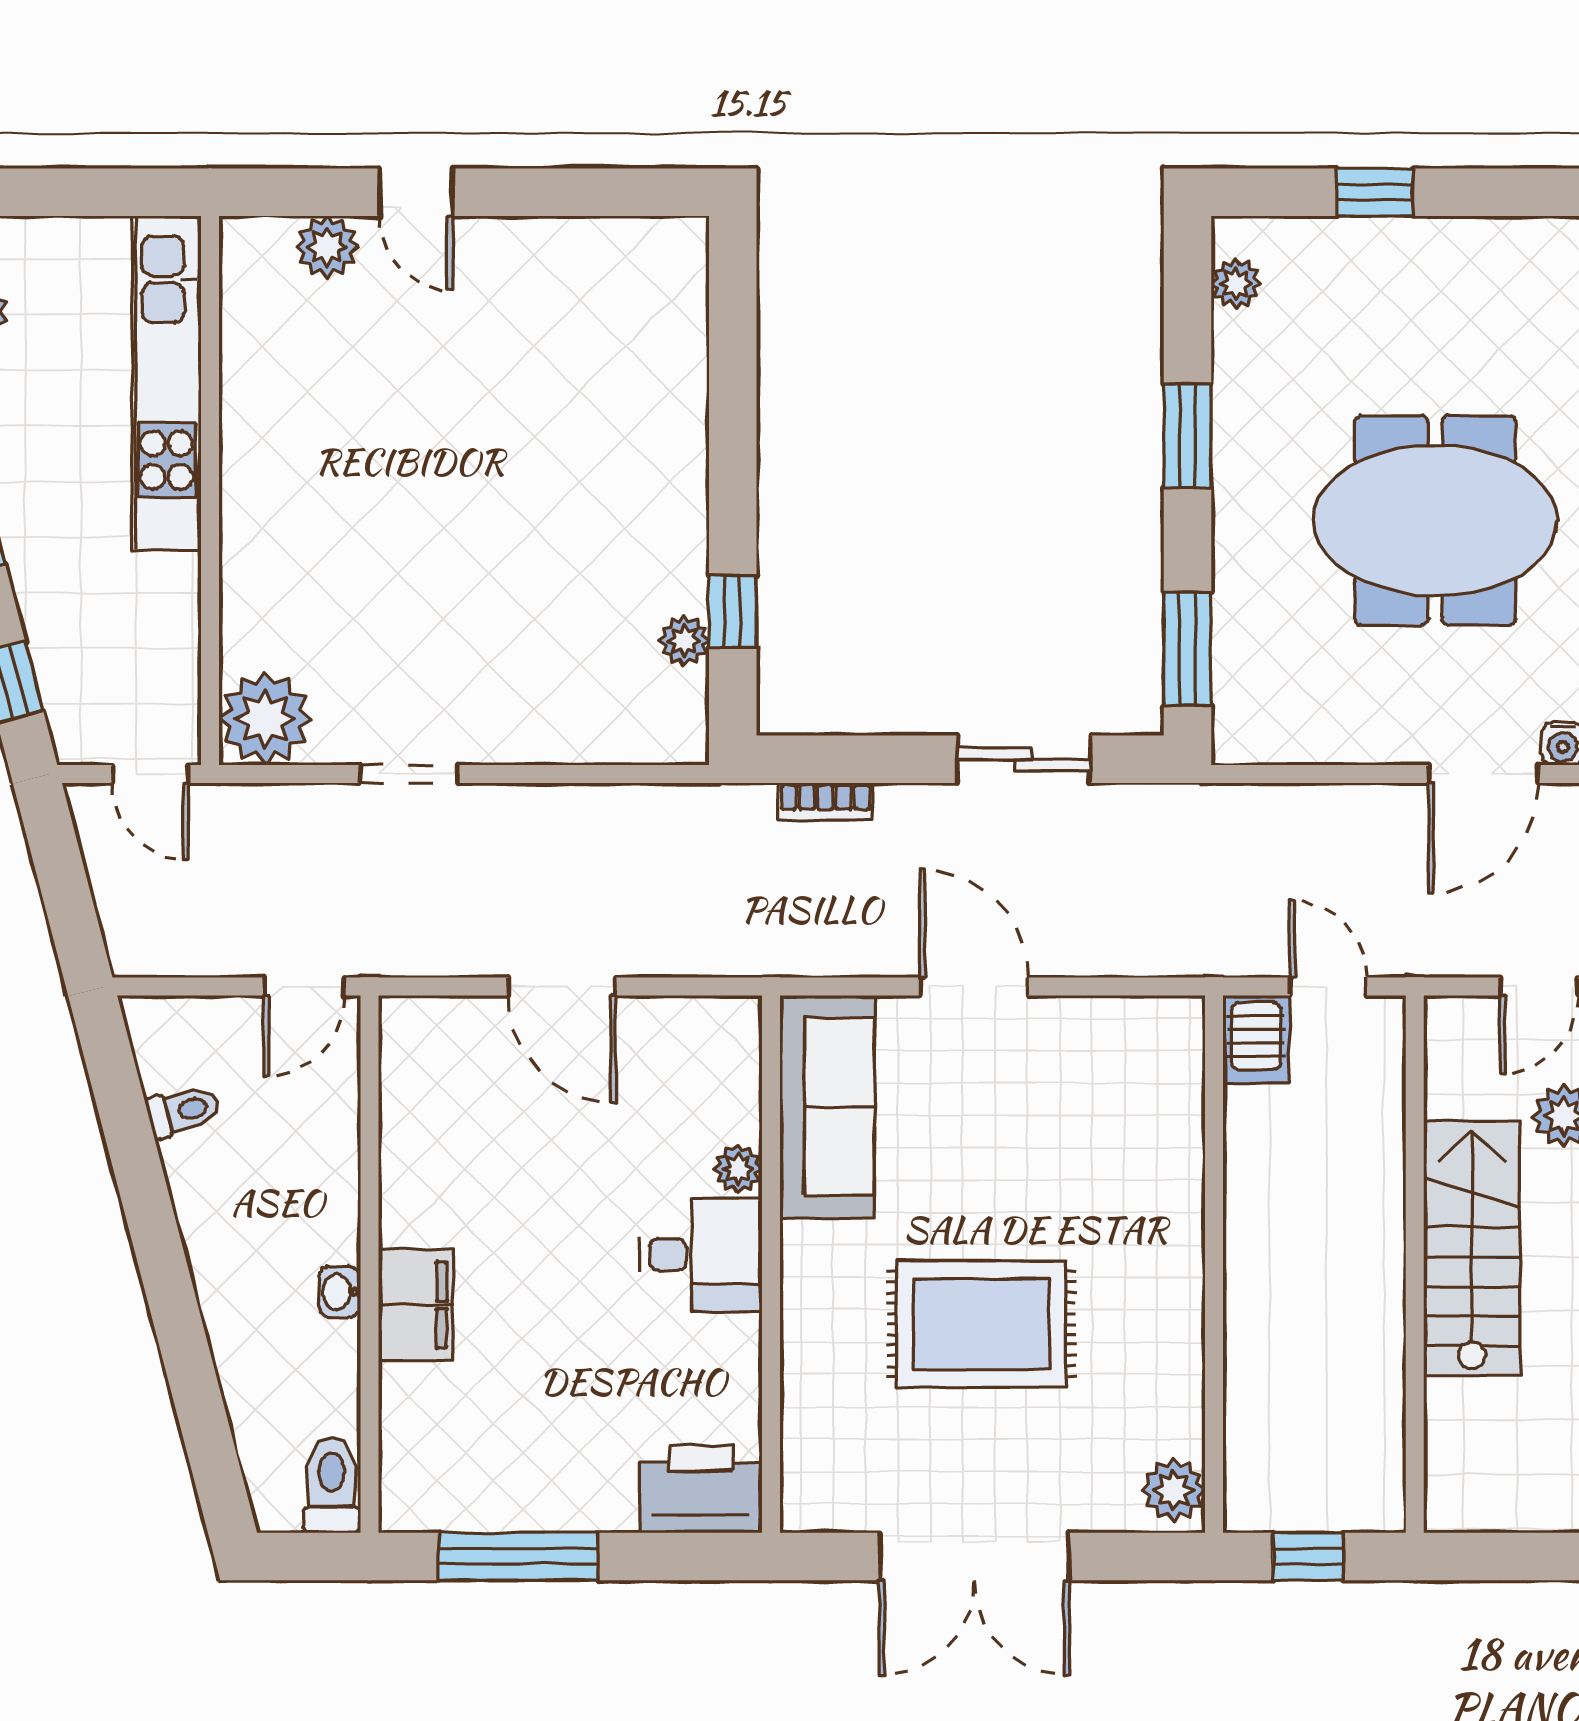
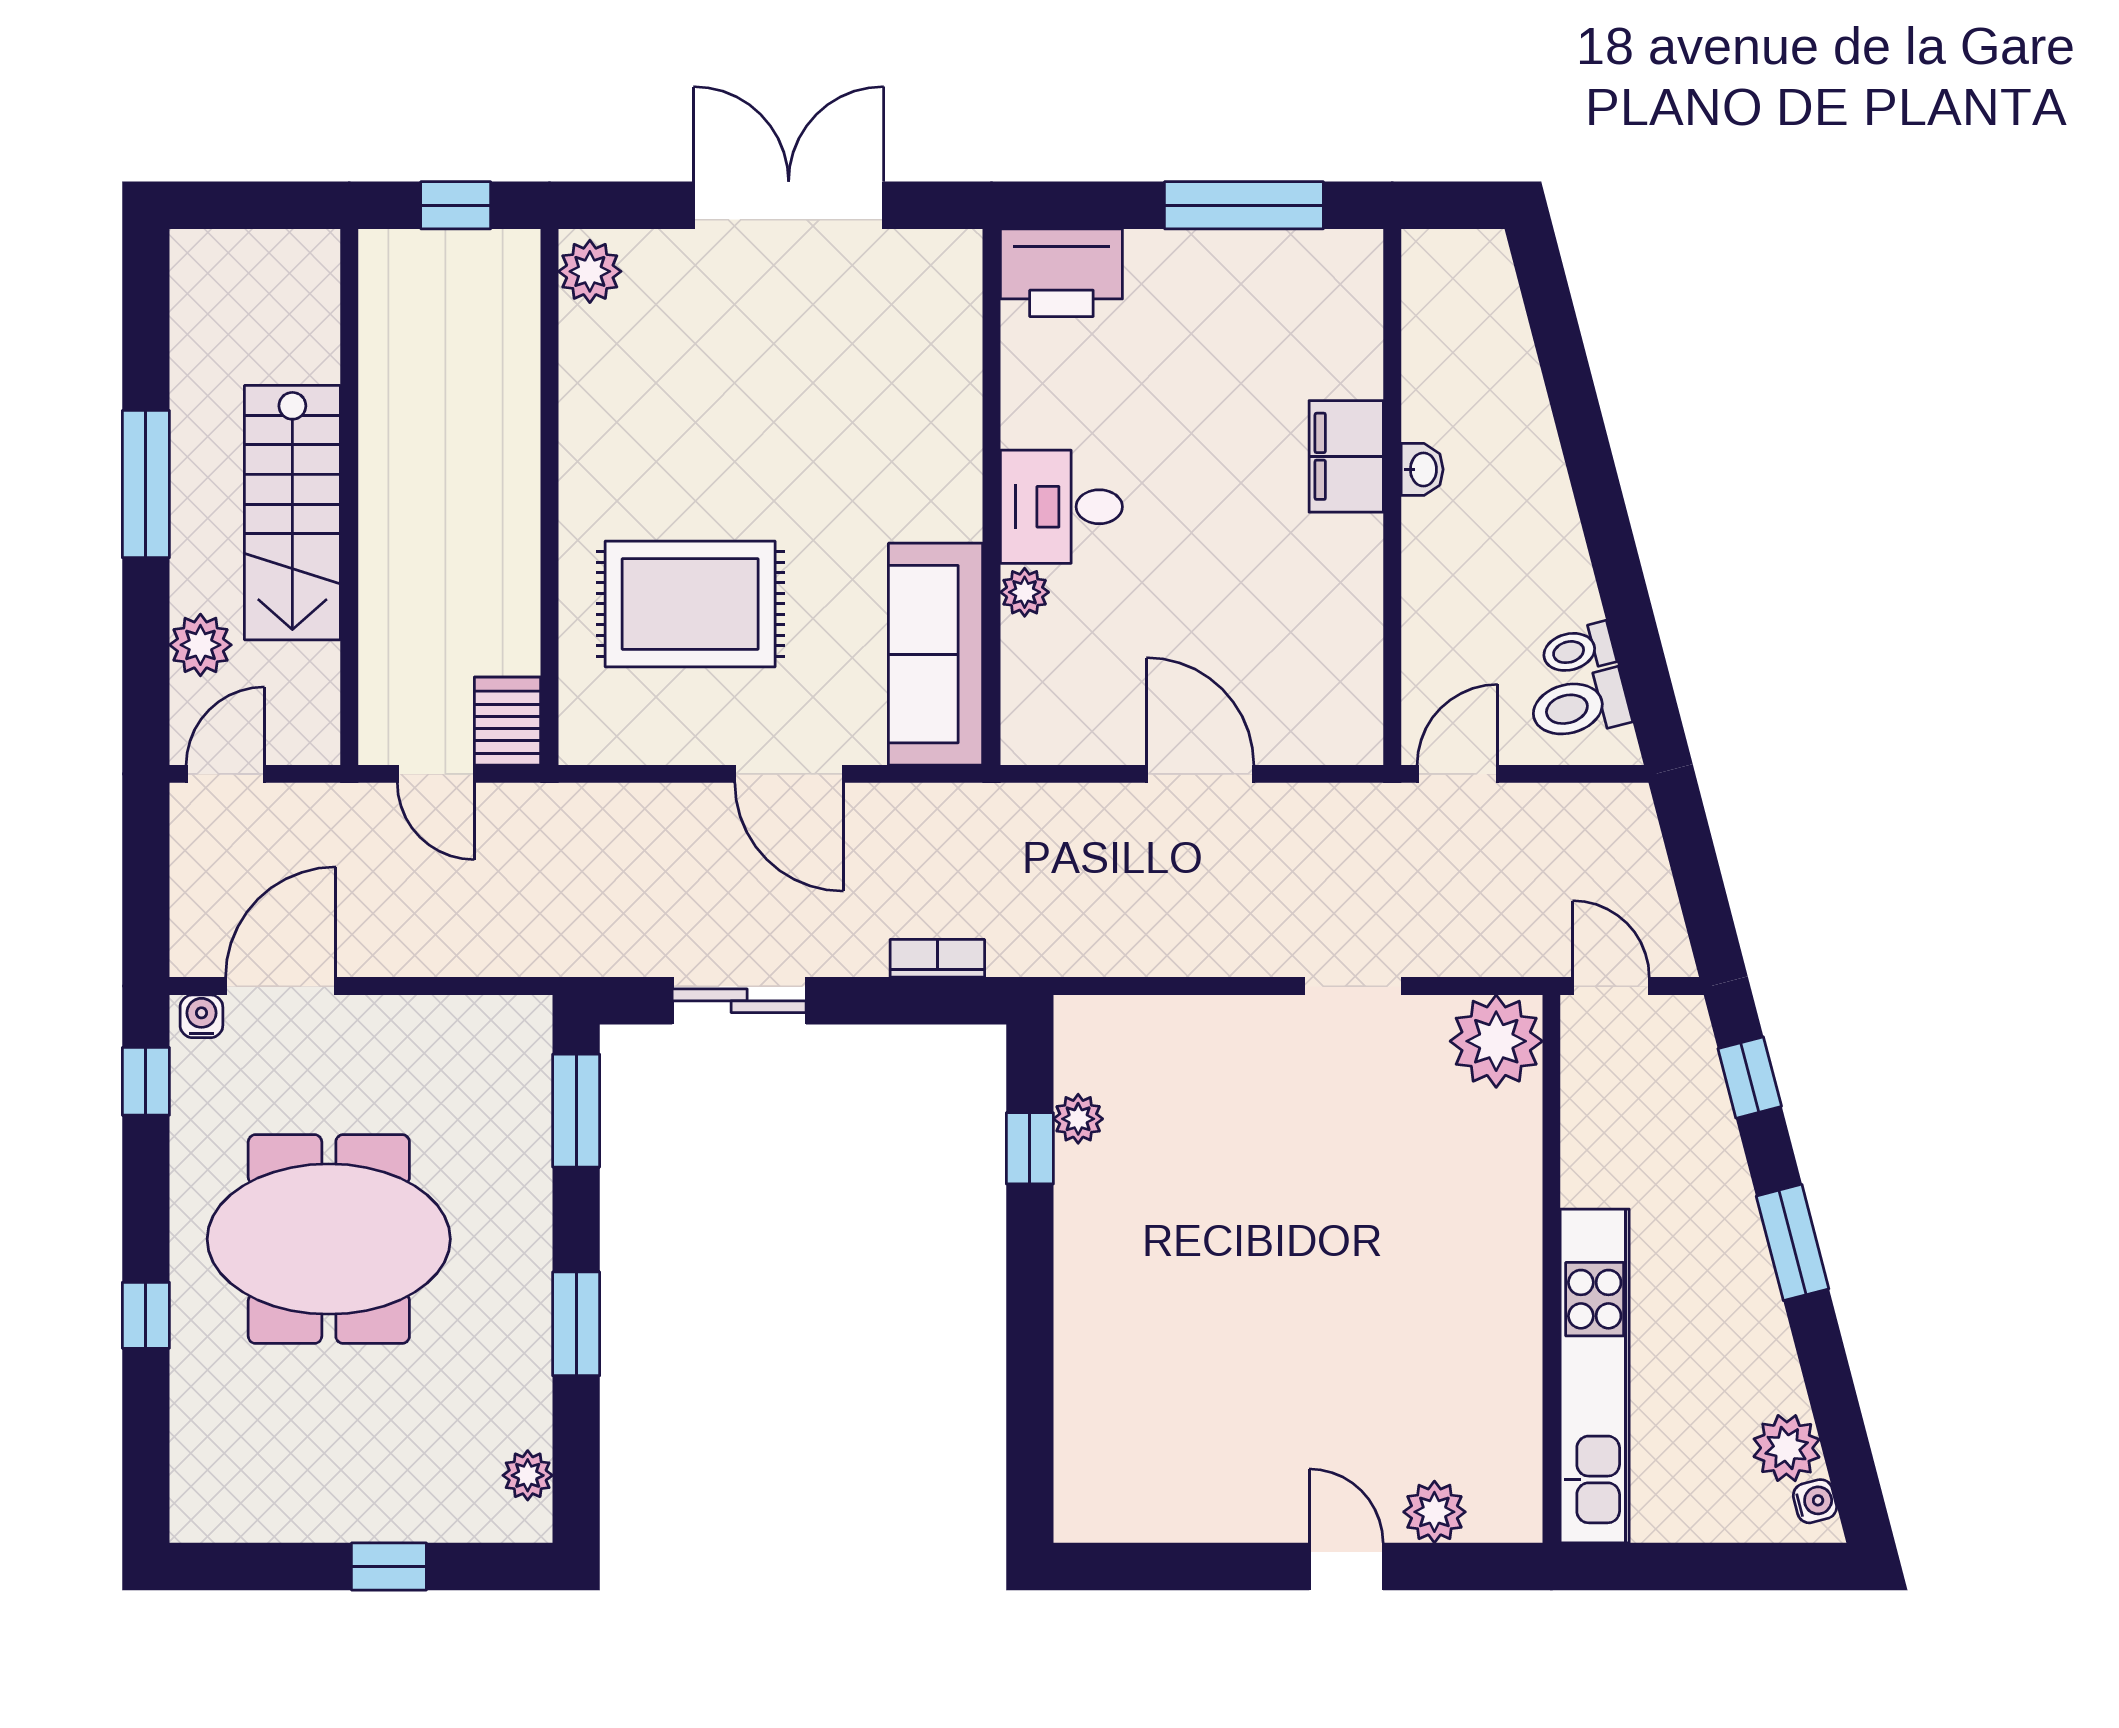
rug: (981, 1324) -> (690, 604), moved
toilet: (332, 1485) -> (1580, 706), moved, turned 75

